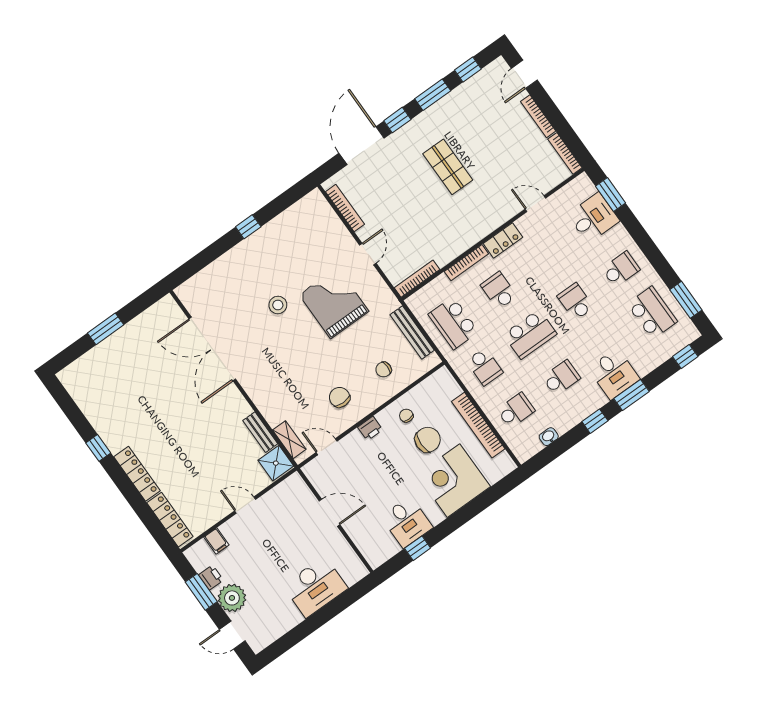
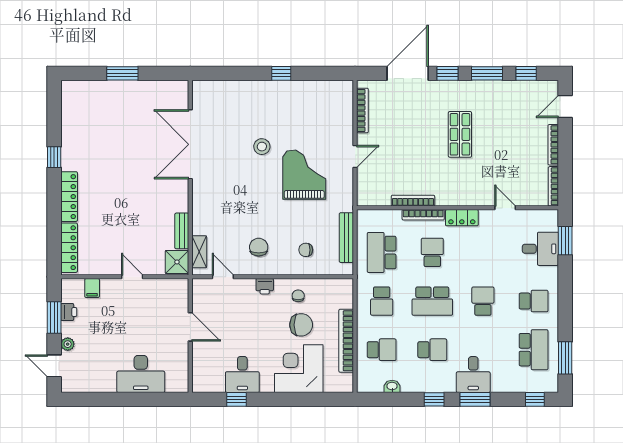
bookcase: (417, 279) -> (413, 201), moved
plant: (232, 598) -> (68, 344), width x0.53, depth x0.53

